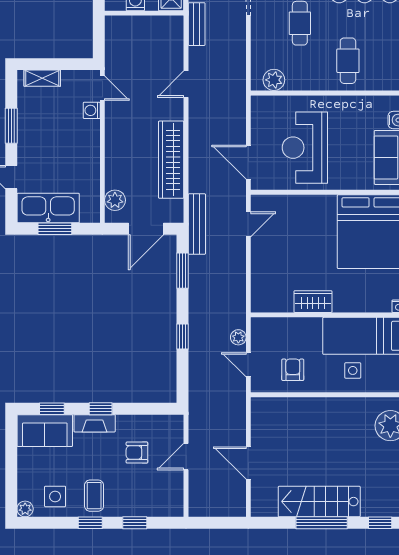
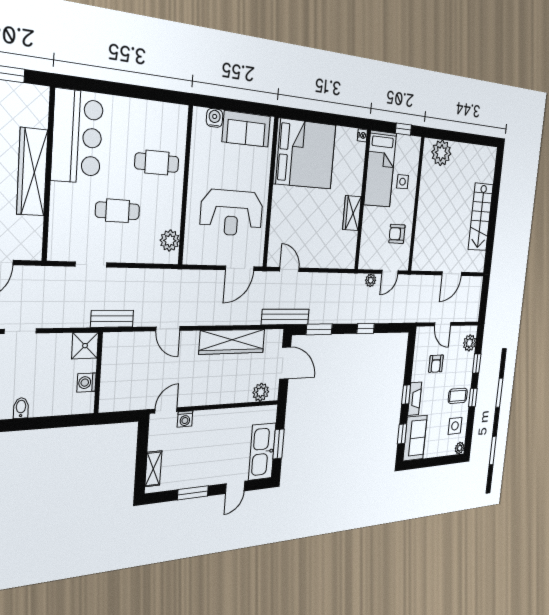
plant: (162, 506) -> (470, 343), added
window: (322, 523) -> (493, 216), removed
window: (380, 523) -> (498, 169), removed

